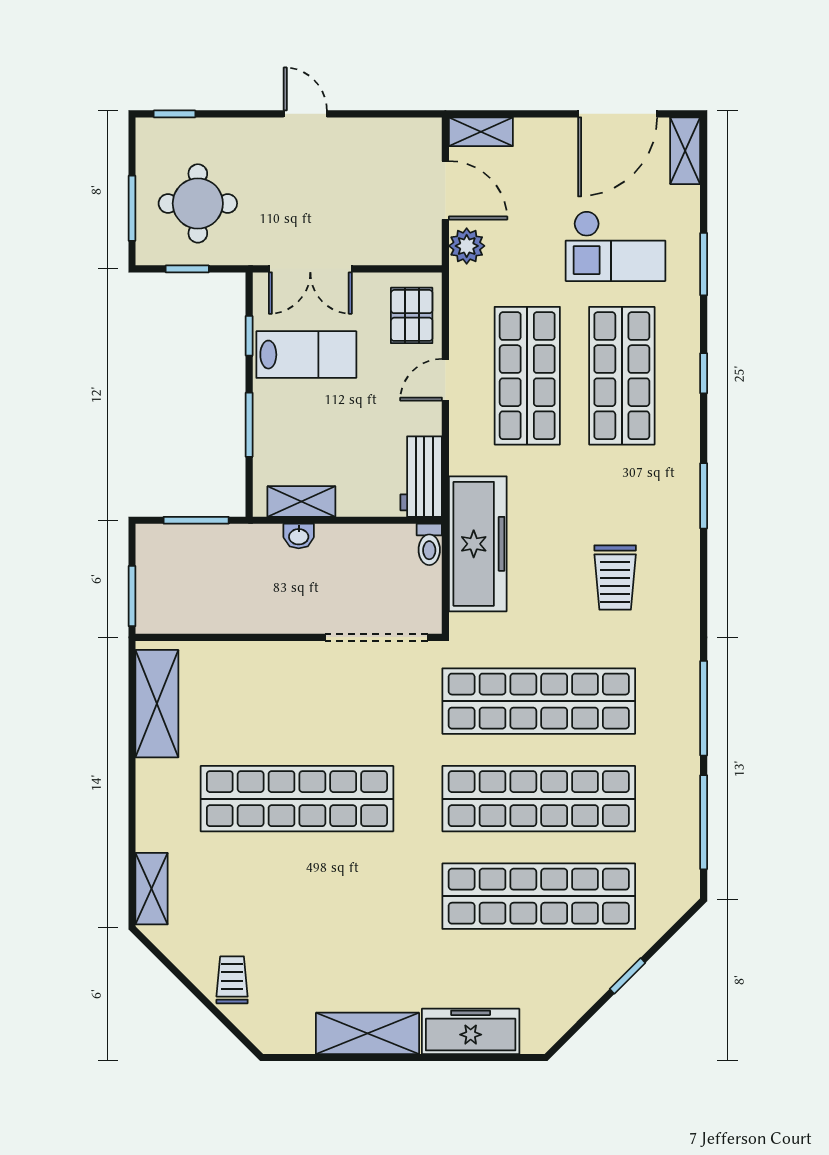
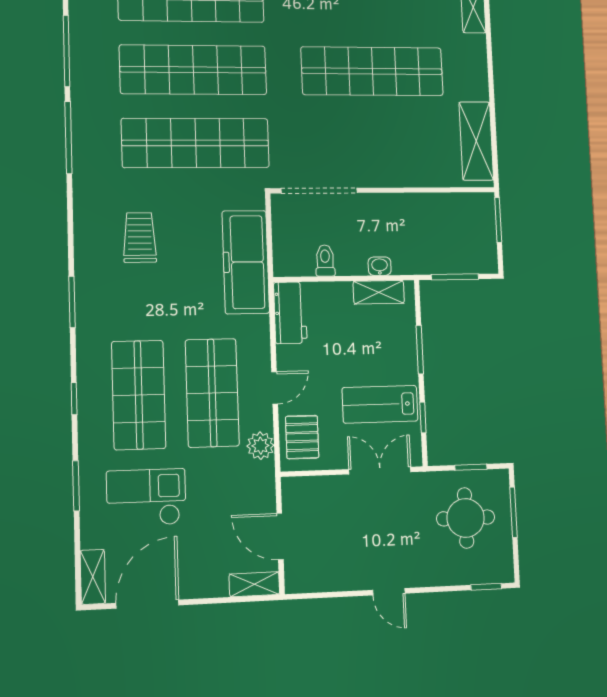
plant: (467, 246) -> (260, 446), moved
toilet: (429, 544) -> (325, 261), moved

